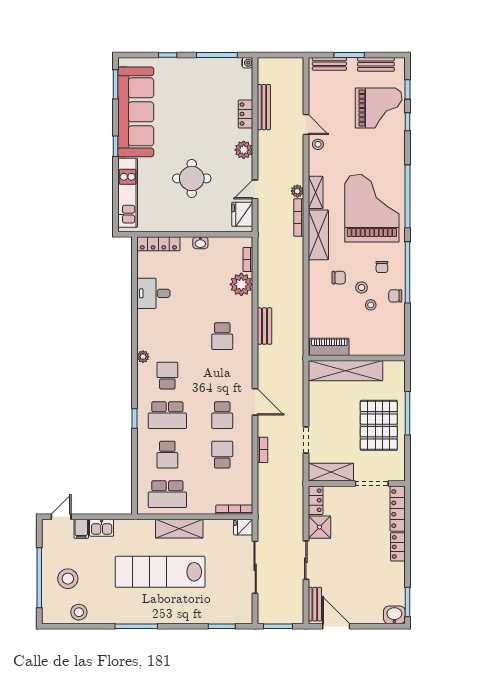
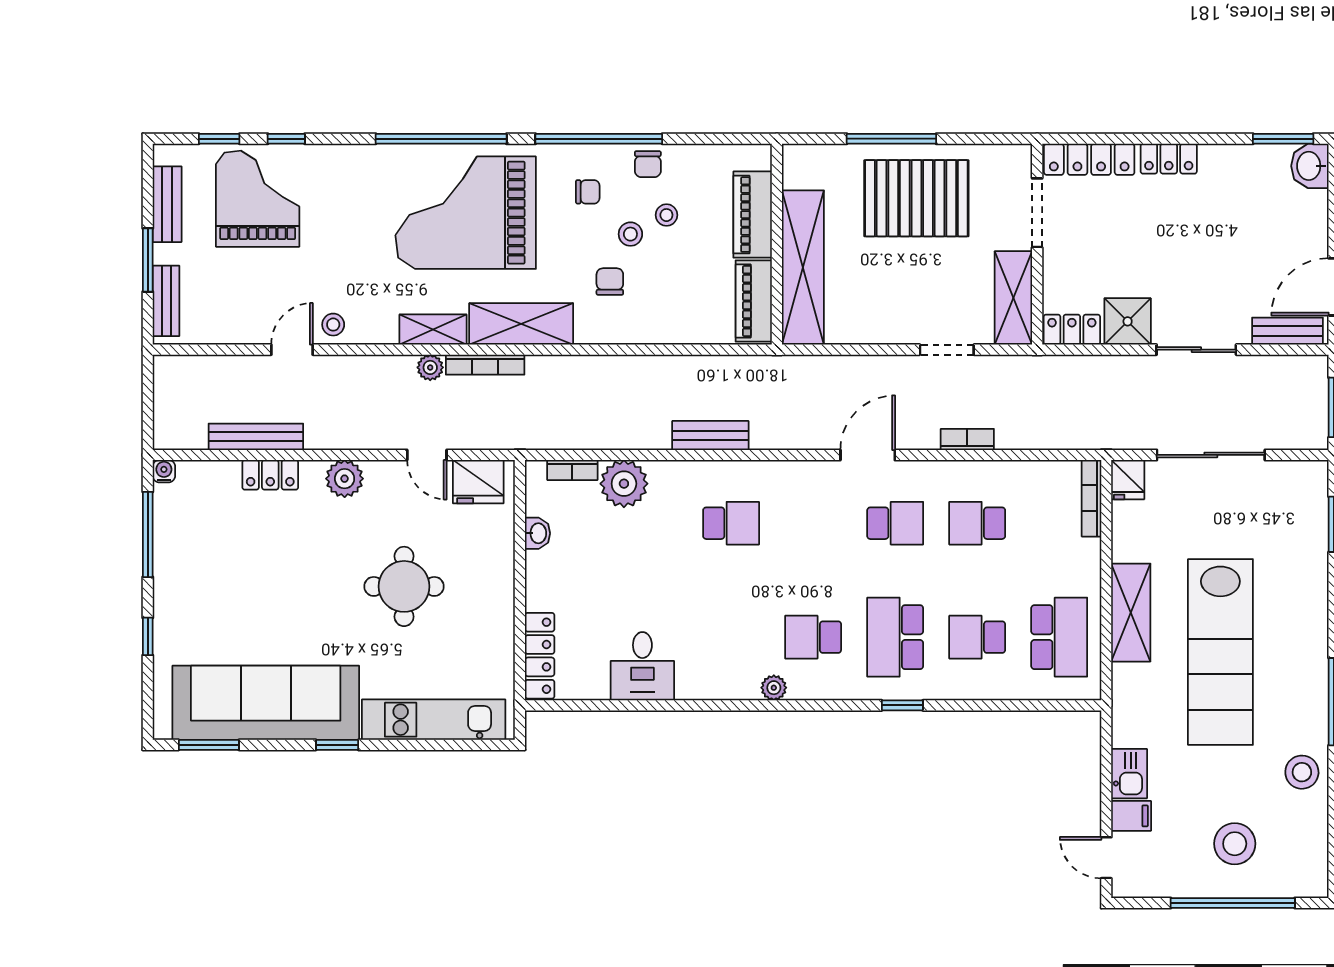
washbasin: (200, 243) -> (538, 533), moved
piano: (371, 346) -> (753, 215), added
school desk: (167, 415) -> (895, 637), turned 180
school desk: (167, 455) -> (977, 637), turned 180
stool: (79, 612) -> (1302, 772), moved

